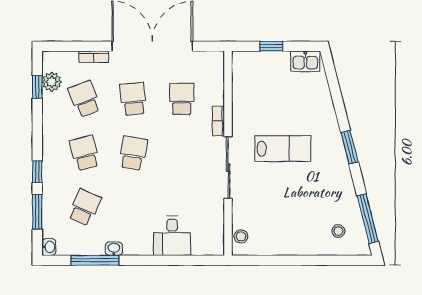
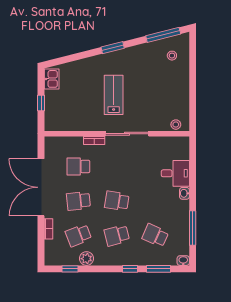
plant: (52, 82) -> (86, 259), moved
washbasin: (114, 249) -> (184, 193), moved

